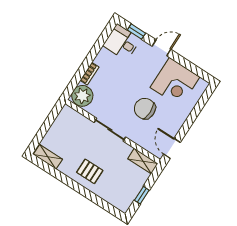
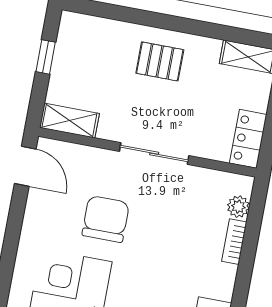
plant: (82, 96) -> (238, 207), width x0.53, depth x0.53
chair: (145, 109) -> (106, 219), turned -90
locker: (63, 119) -> (248, 139), added

